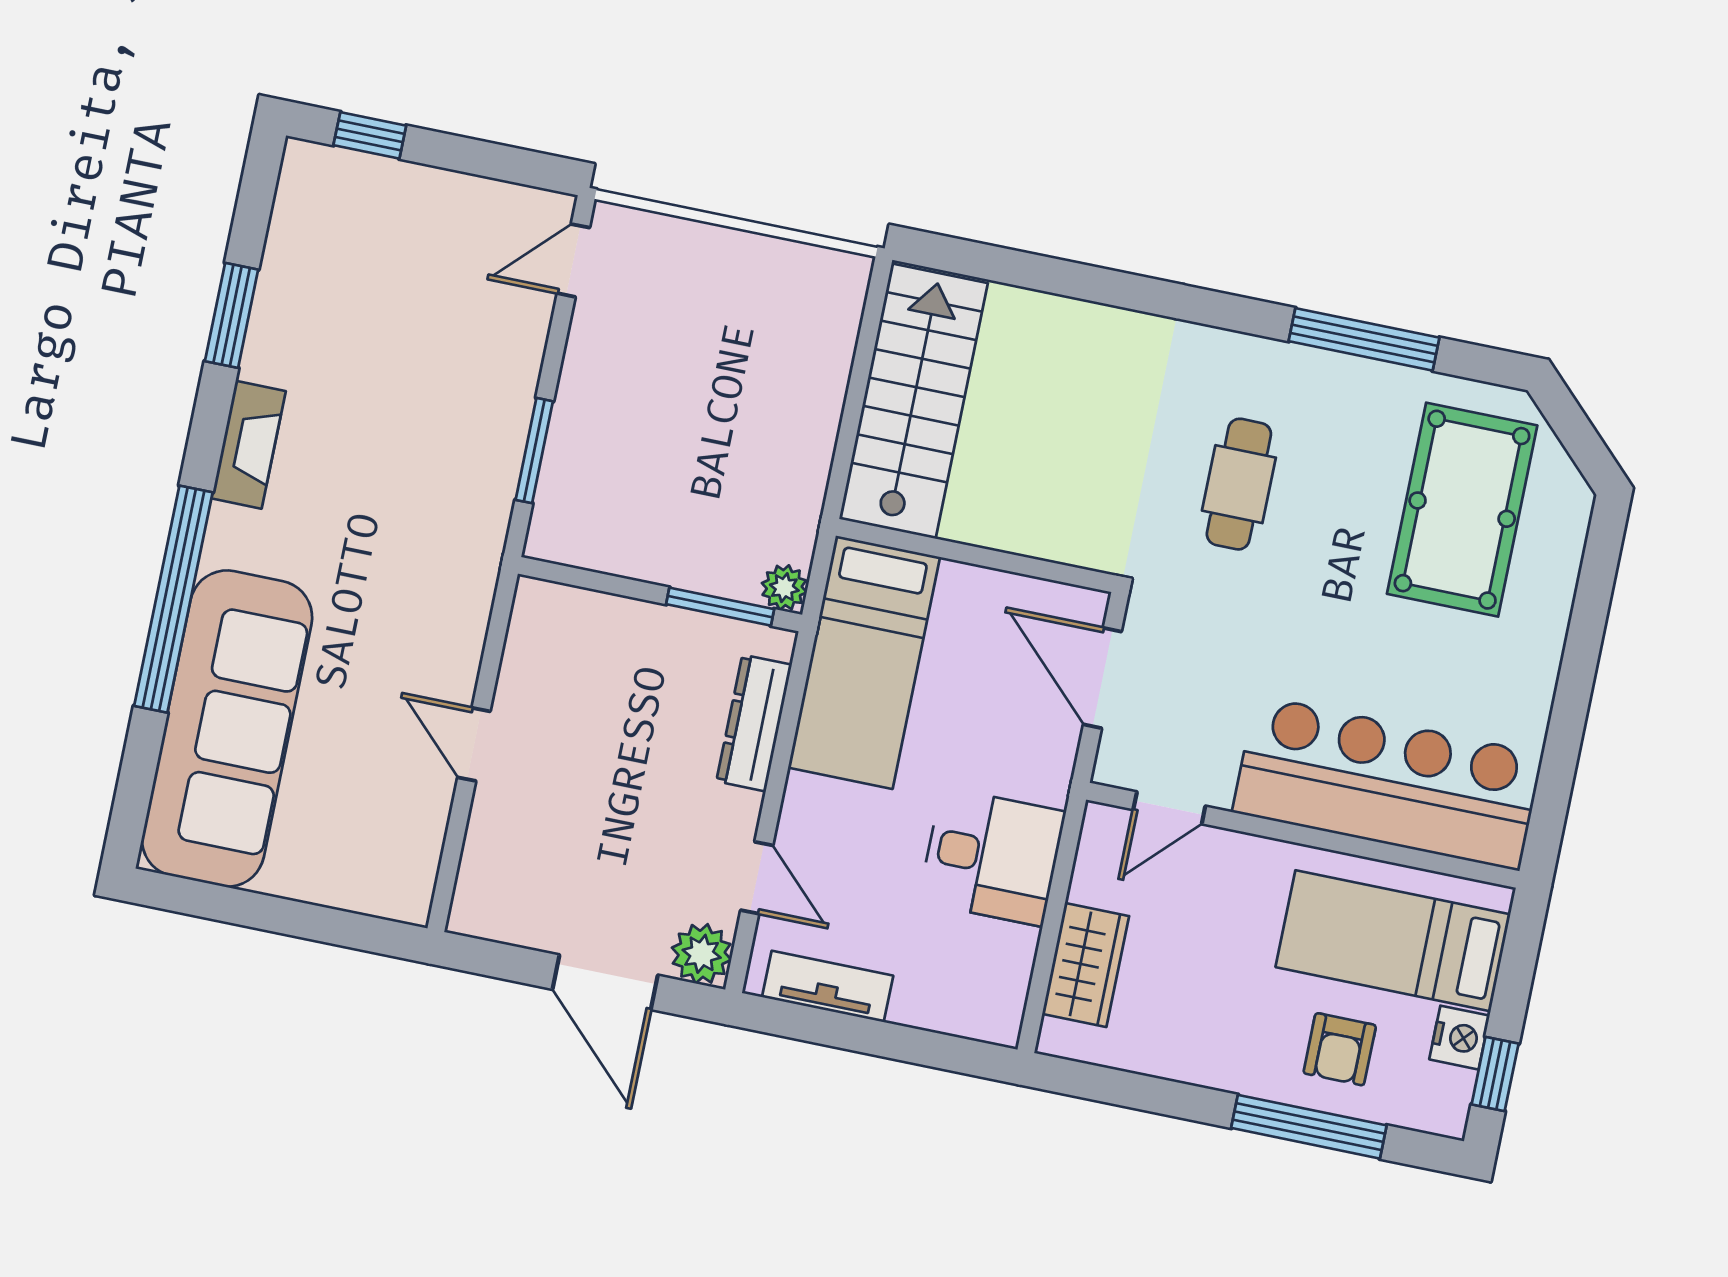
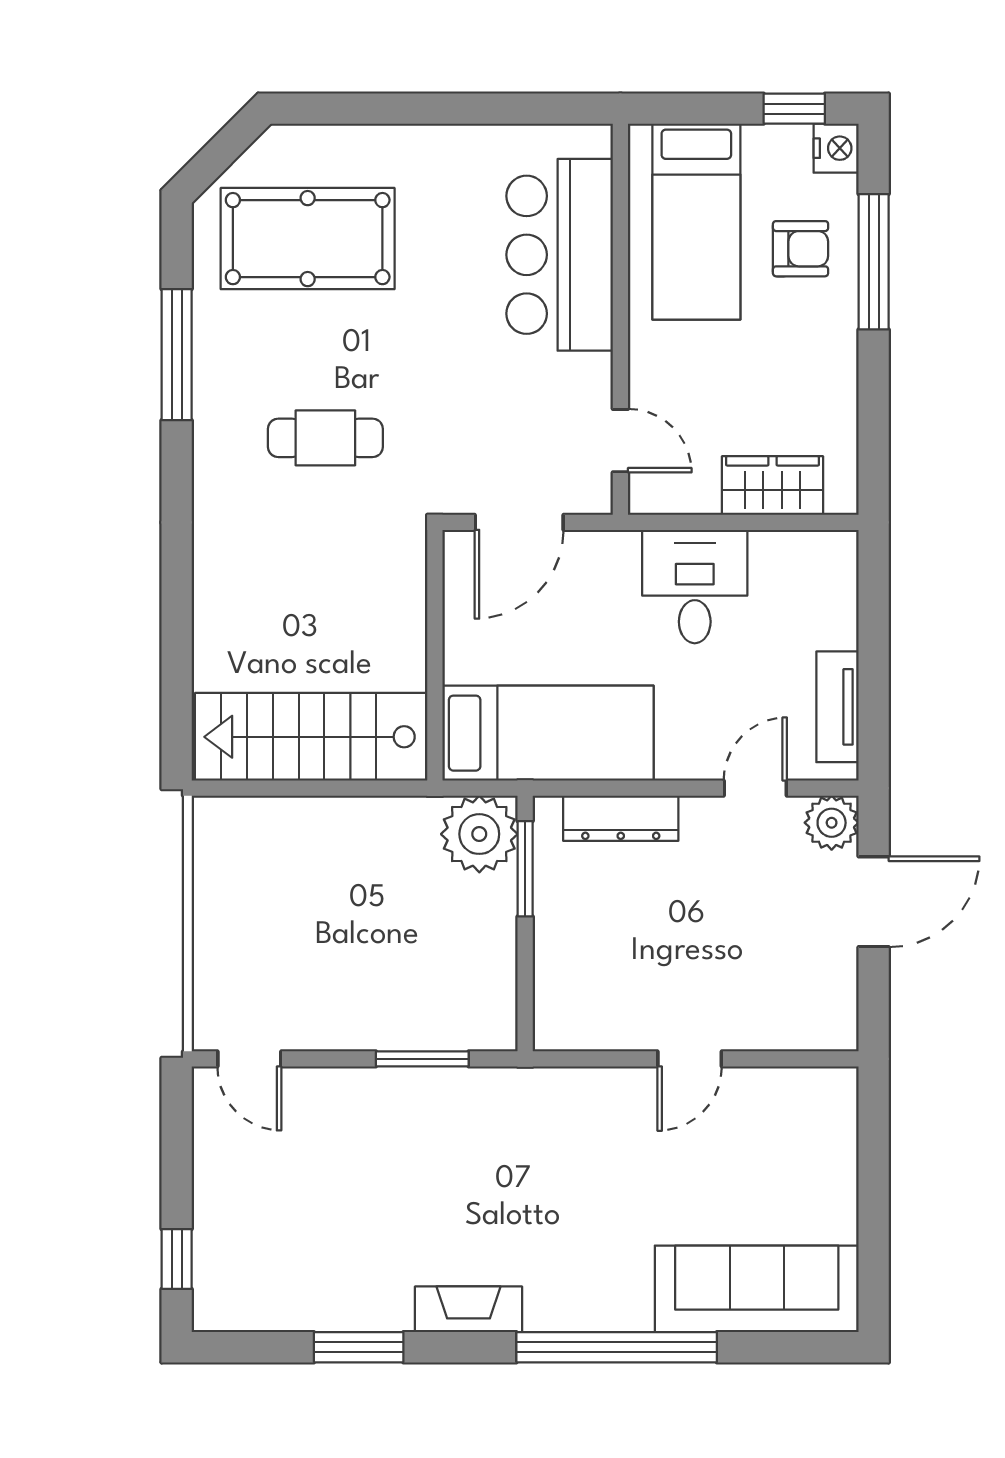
plant: (784, 588) -> (479, 834), width x1.88, depth x1.88
sofa: (227, 729) -> (757, 1289), width x0.74, depth x0.79
bar counter: (1387, 783) -> (560, 255), width x0.73
nightstand: (1460, 1038) -> (836, 148), moved, turned 90

